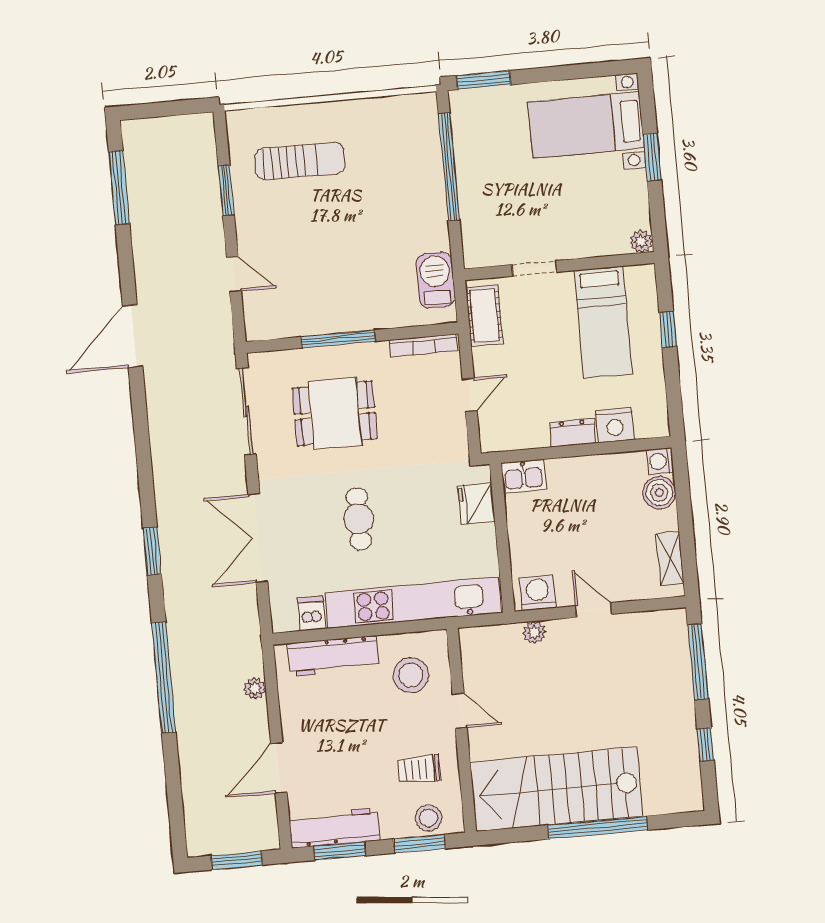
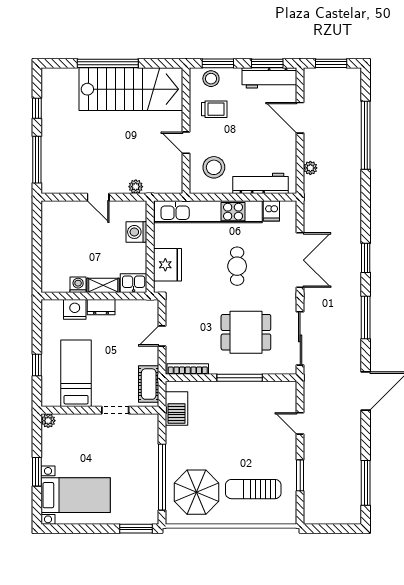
parasol: (391, 148) -> (196, 492), added
window: (143, 455) -> (366, 318), added
washing machine: (660, 461) -> (78, 285), moved, turned -90
boiler: (659, 493) -> (51, 265), removed
fridge: (476, 503) -> (167, 265), width x1.36, depth x1.34
shelving: (670, 559) -> (103, 285), moved, turned 90
washing machine: (538, 593) -> (136, 232), moved, turned 90
window: (164, 678) -> (366, 135), moved
door: (279, 768) -> (300, 118), swing flipped

